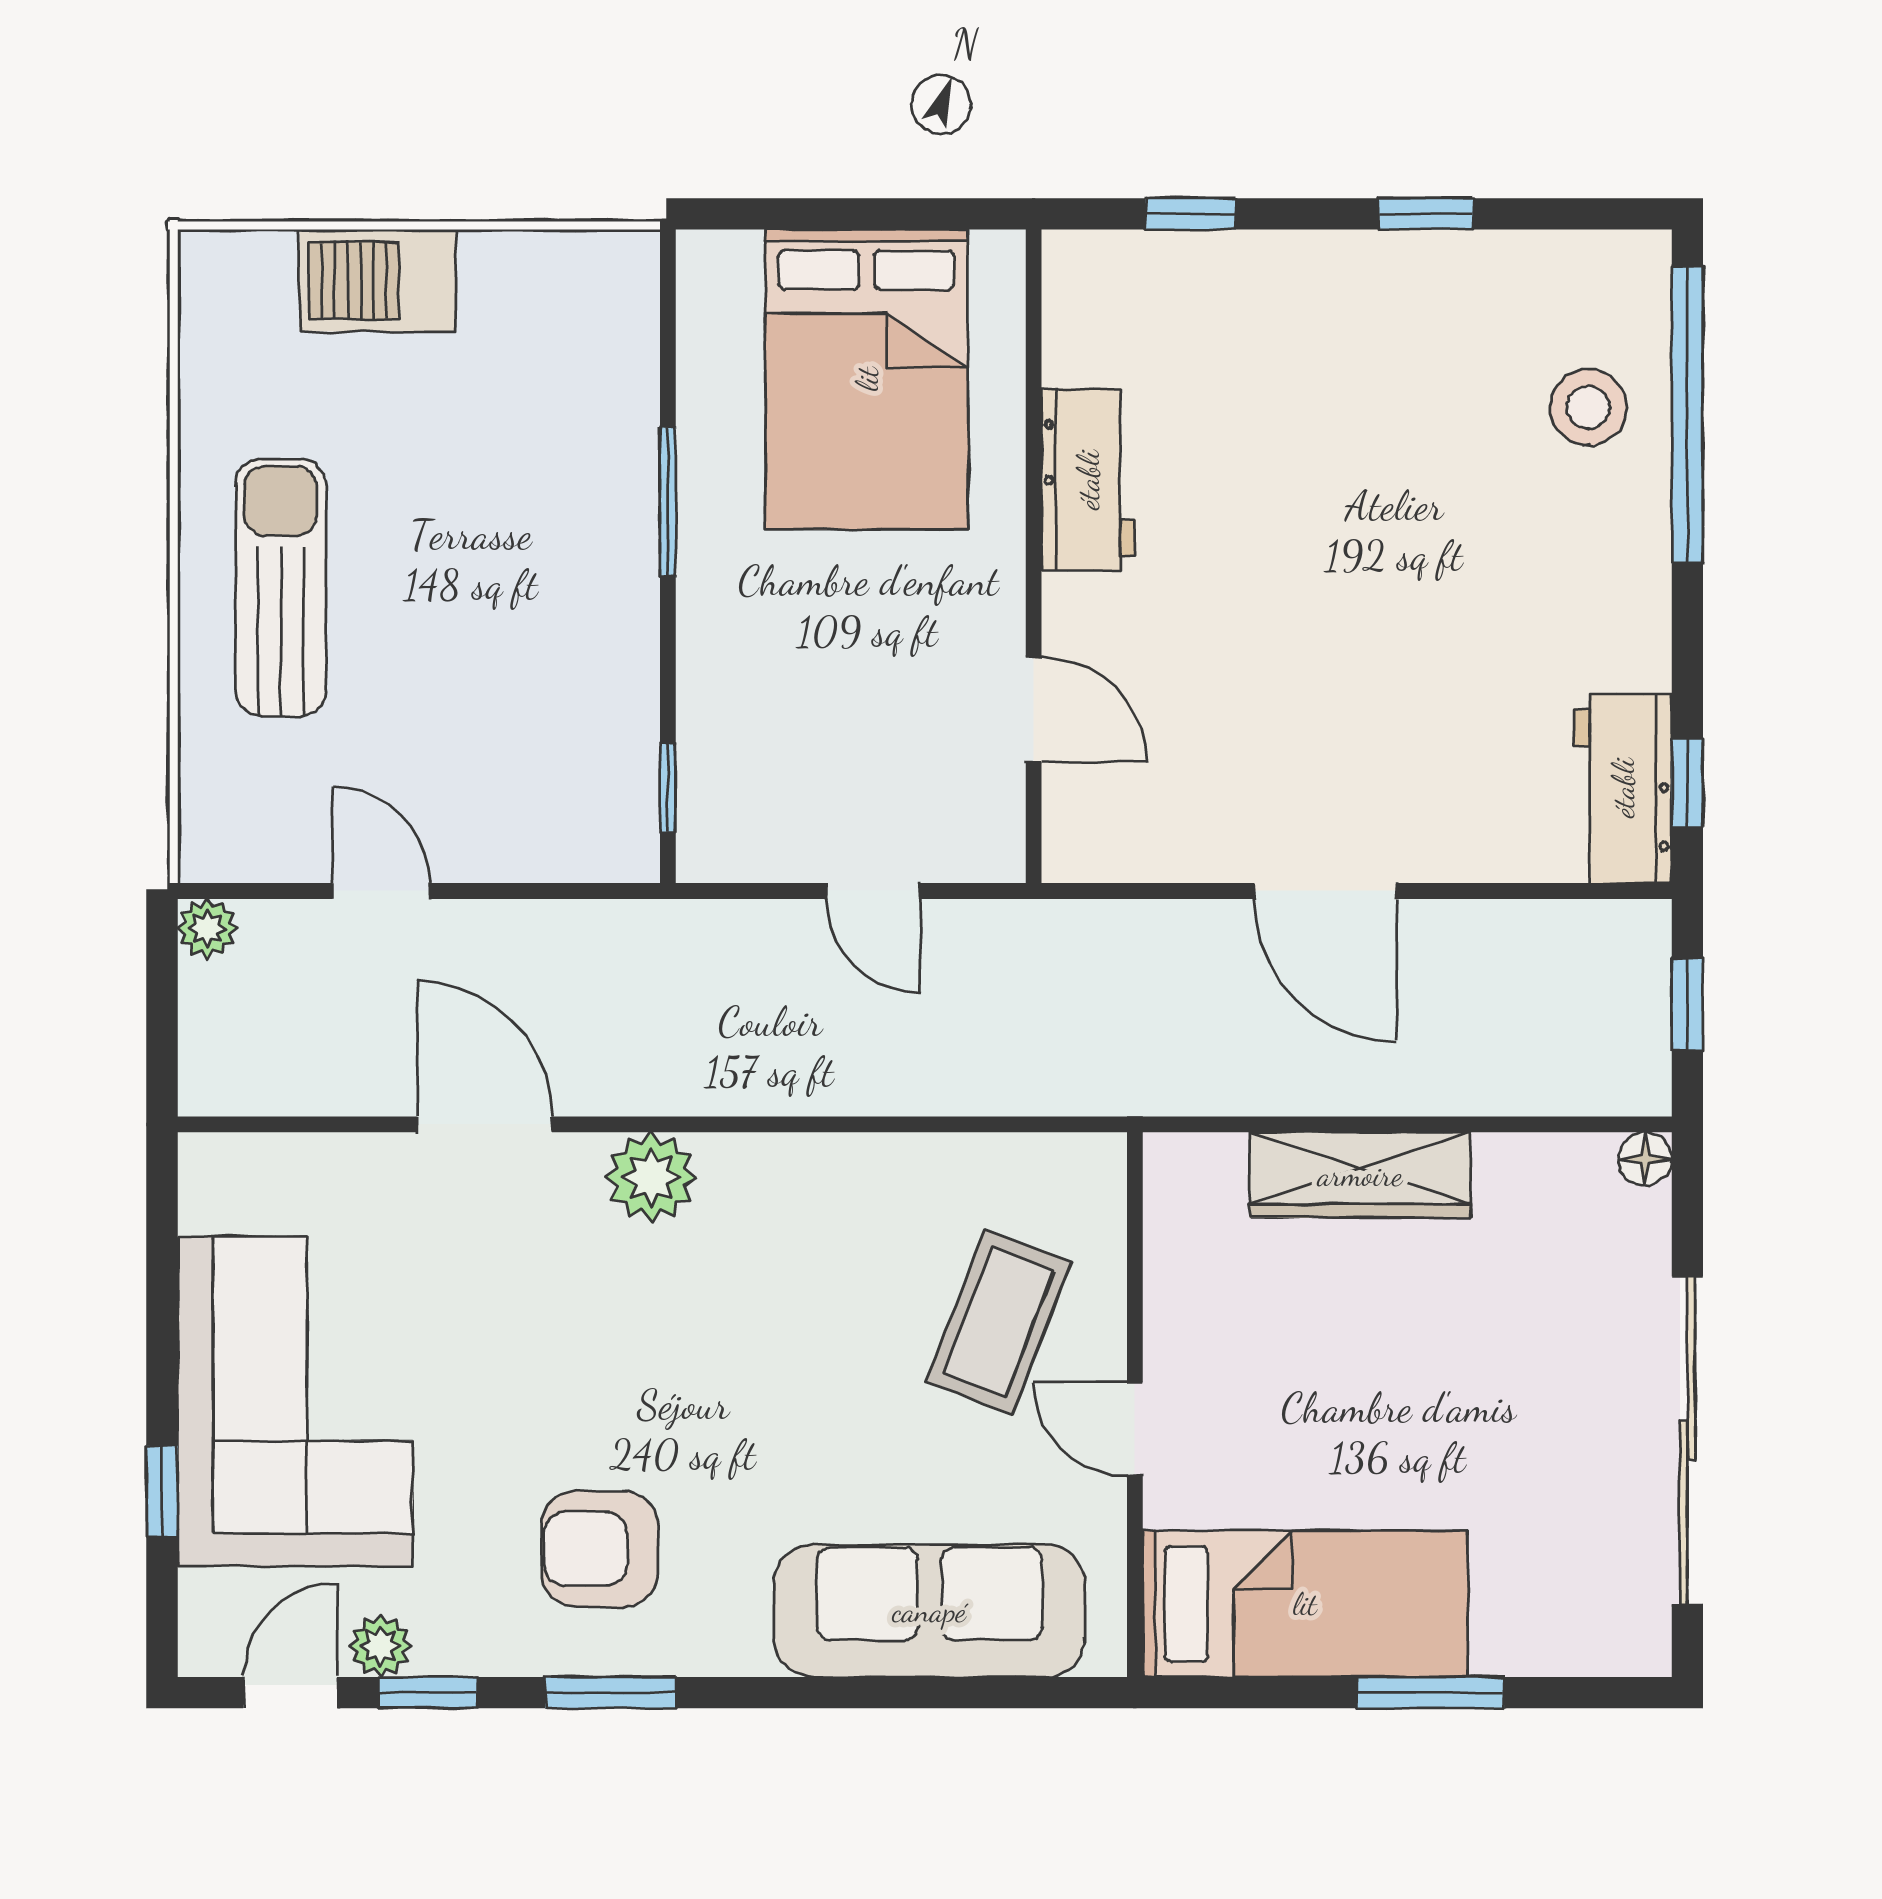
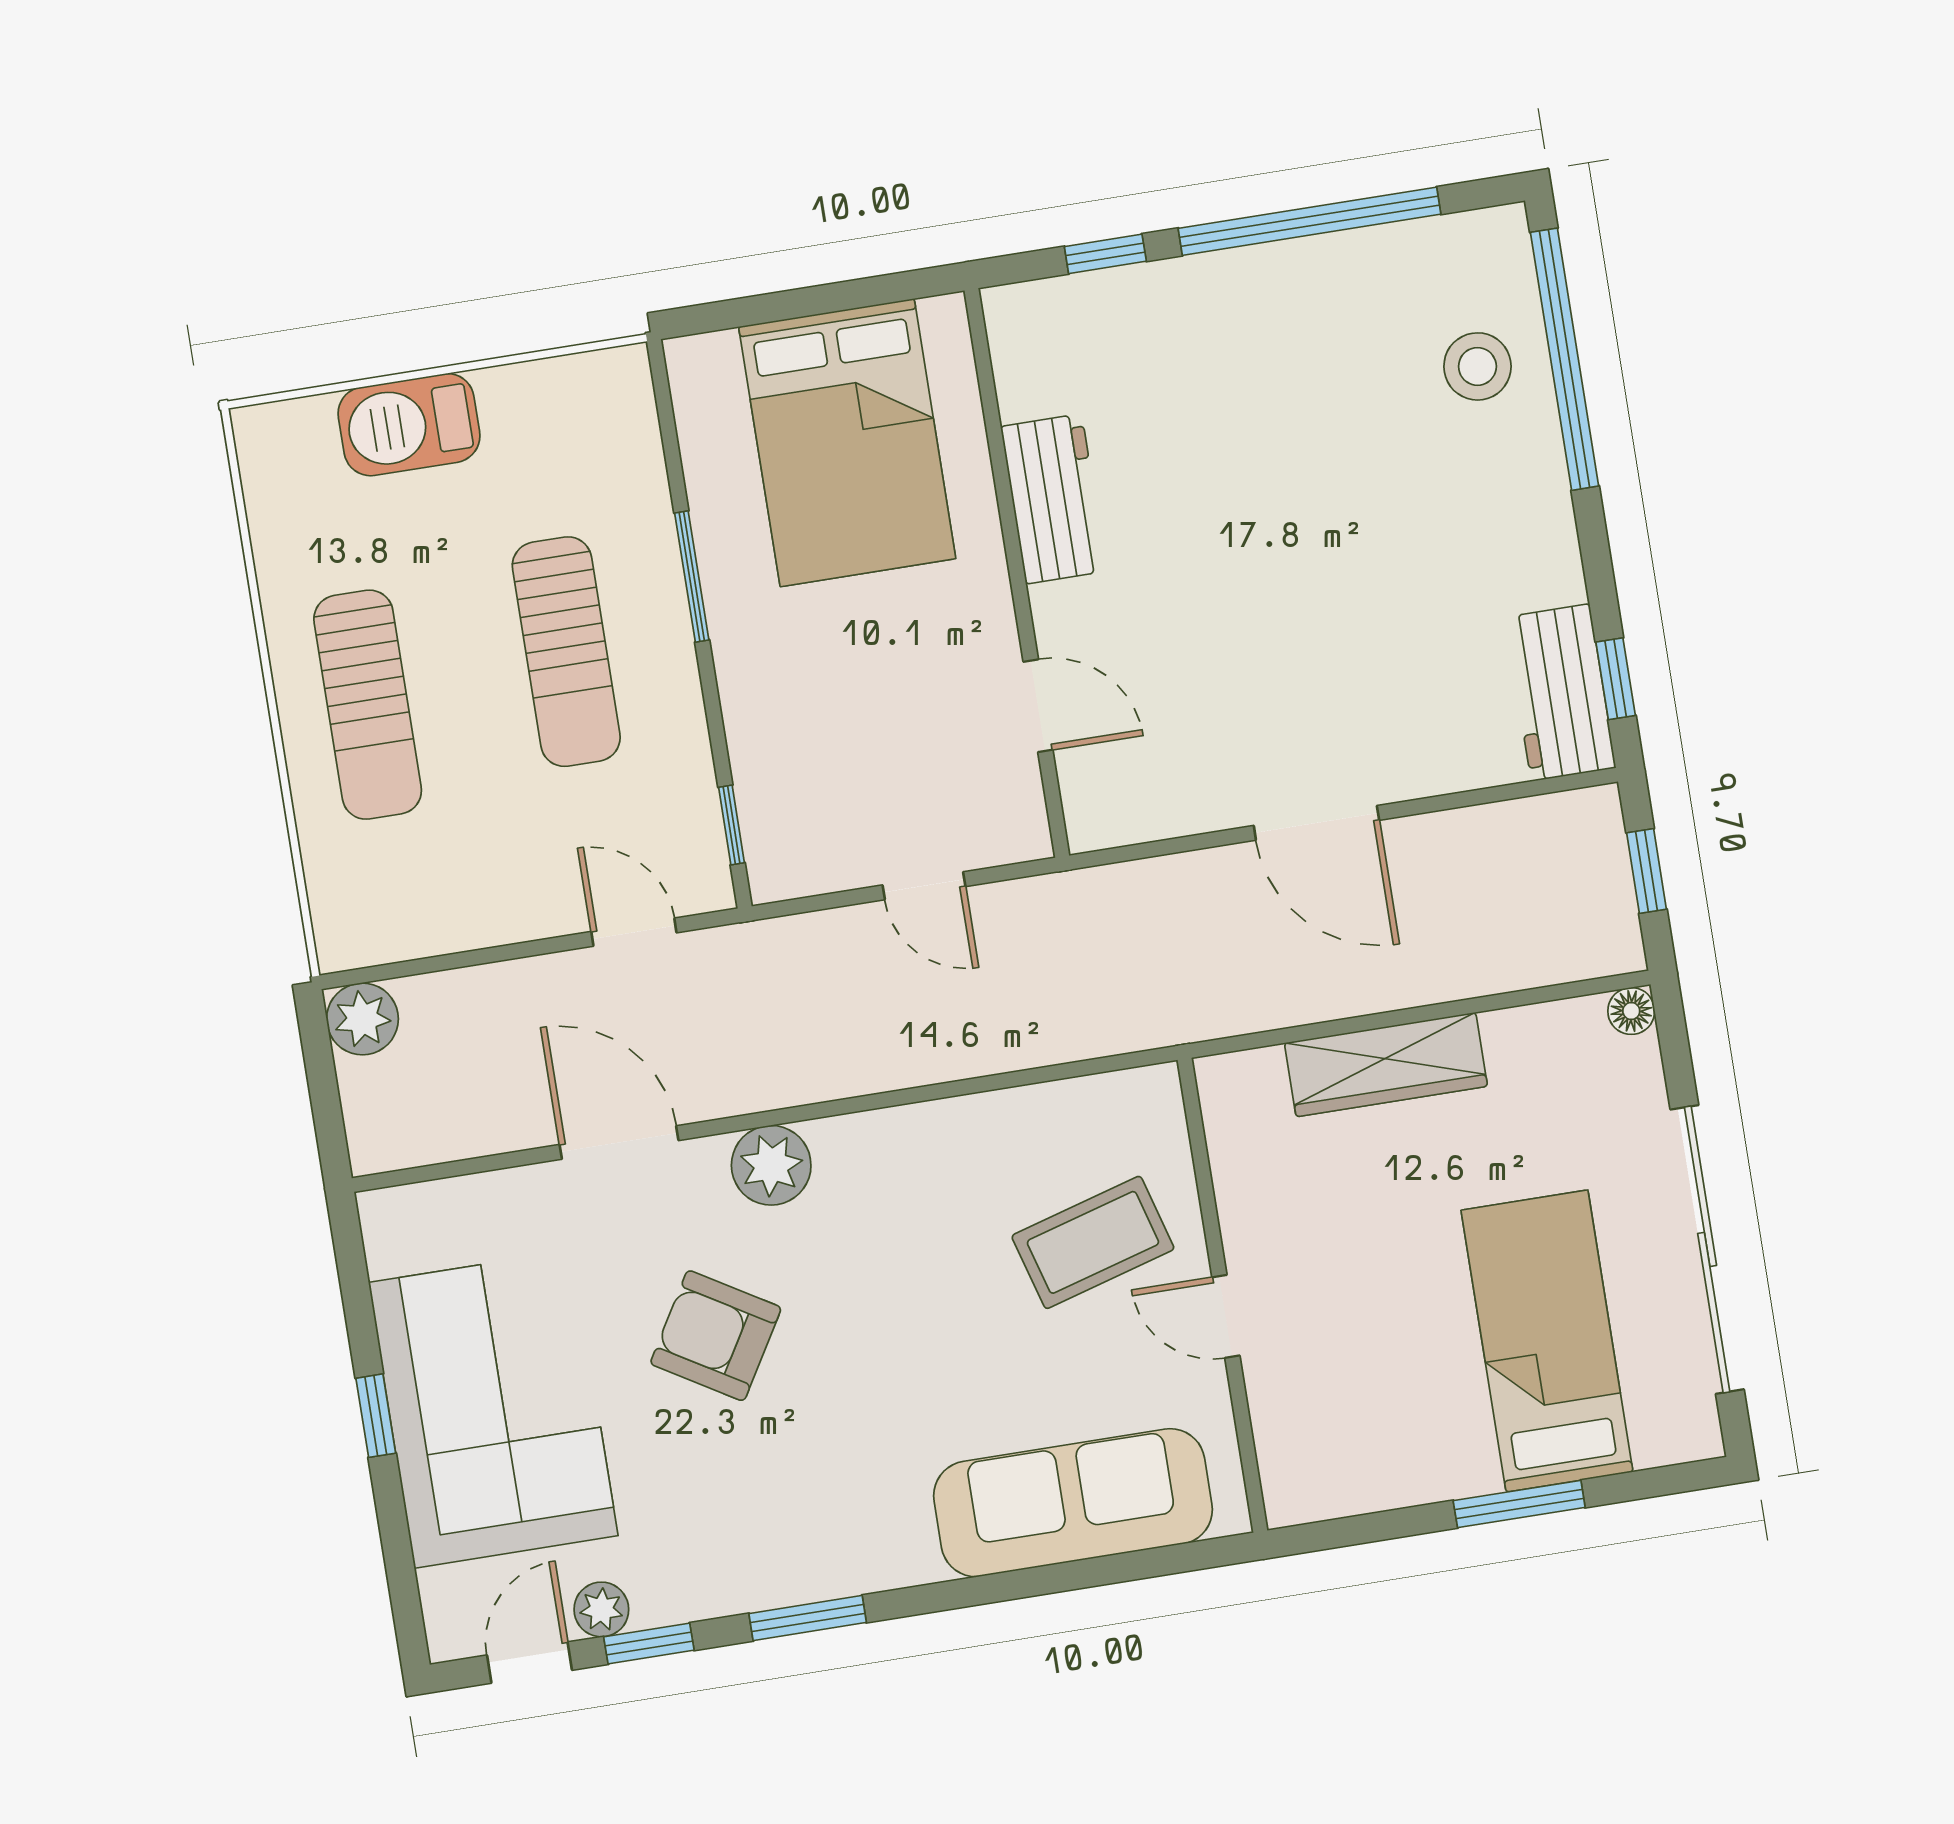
window: (1426, 214) -> (1309, 221), width x3.17
sun lounger: (513, 564) -> (566, 652), added
sun lounger: (281, 587) -> (368, 705), turned 180
door: (381, 891) -> (634, 932), moved
plant: (207, 928) -> (362, 1019), width x1.38, depth x1.38
coffee table: (999, 1322) -> (1093, 1242), turned 53
window: (162, 1491) -> (376, 1416), moved
armchair: (600, 1549) -> (716, 1336), moved, turned 31
bed: (1305, 1604) -> (1547, 1341), moved, turned -90

